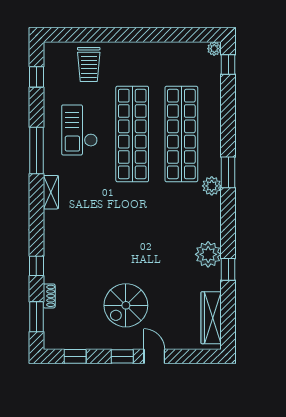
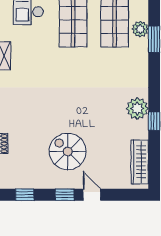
plant: (212, 186) -> (140, 29), moved
spiral stairs: (126, 305) -> (68, 152), turned 90

